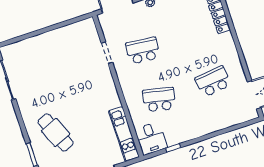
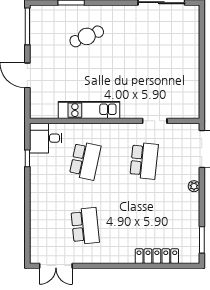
cafe table: (56, 132) -> (87, 36), width x0.73, depth x0.74
kitchen unit: (124, 134) -> (89, 110), moved

